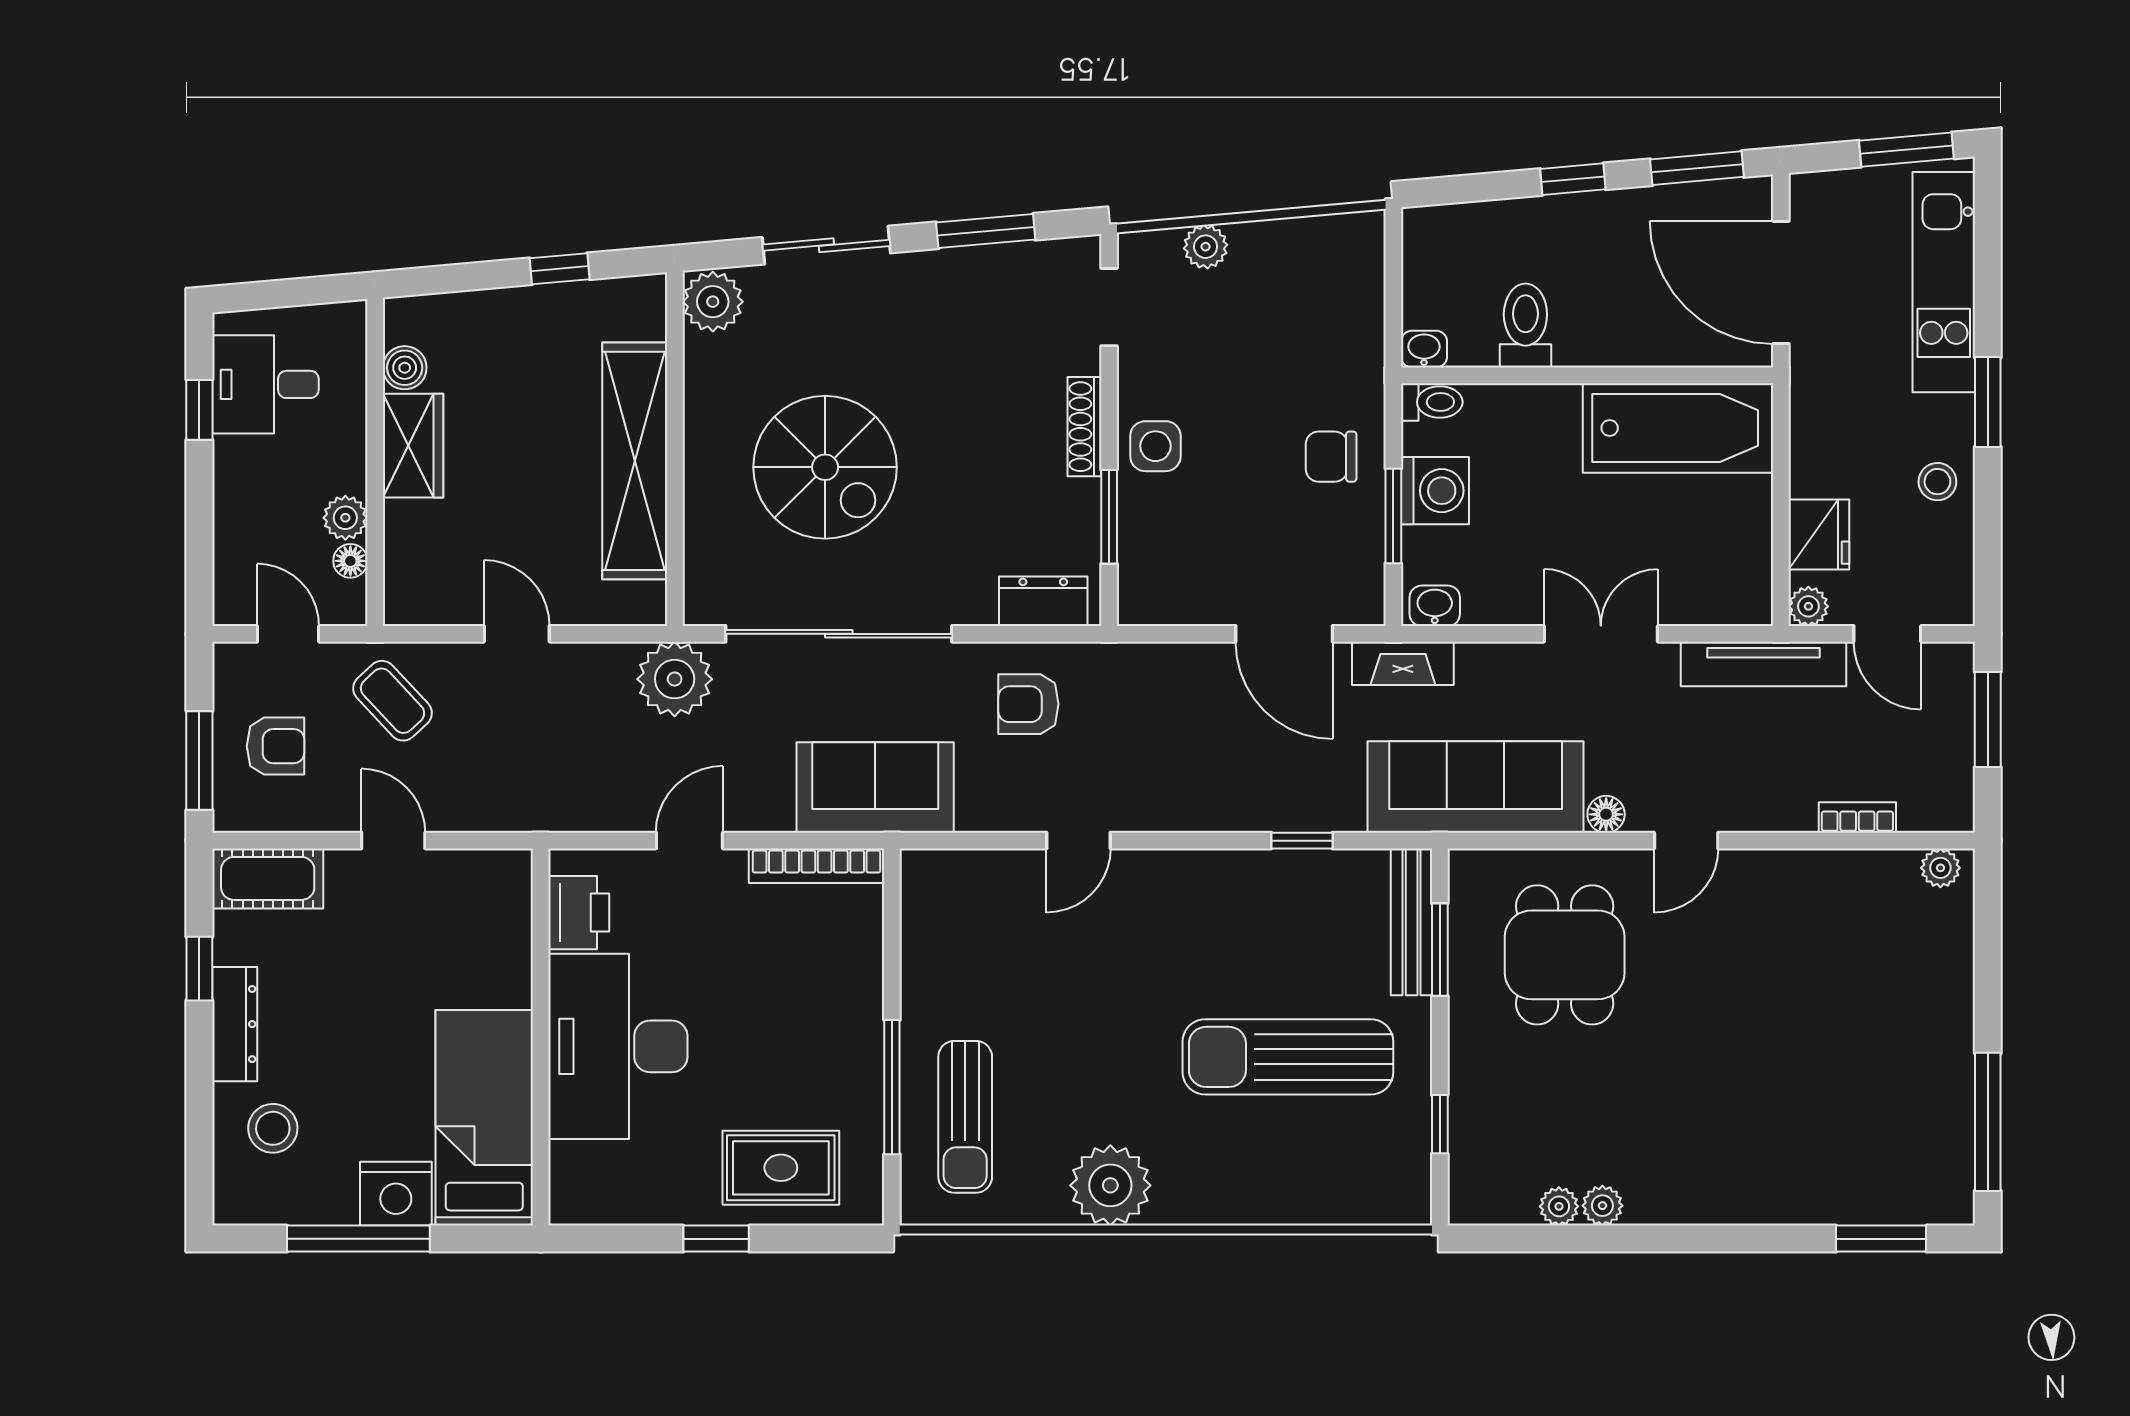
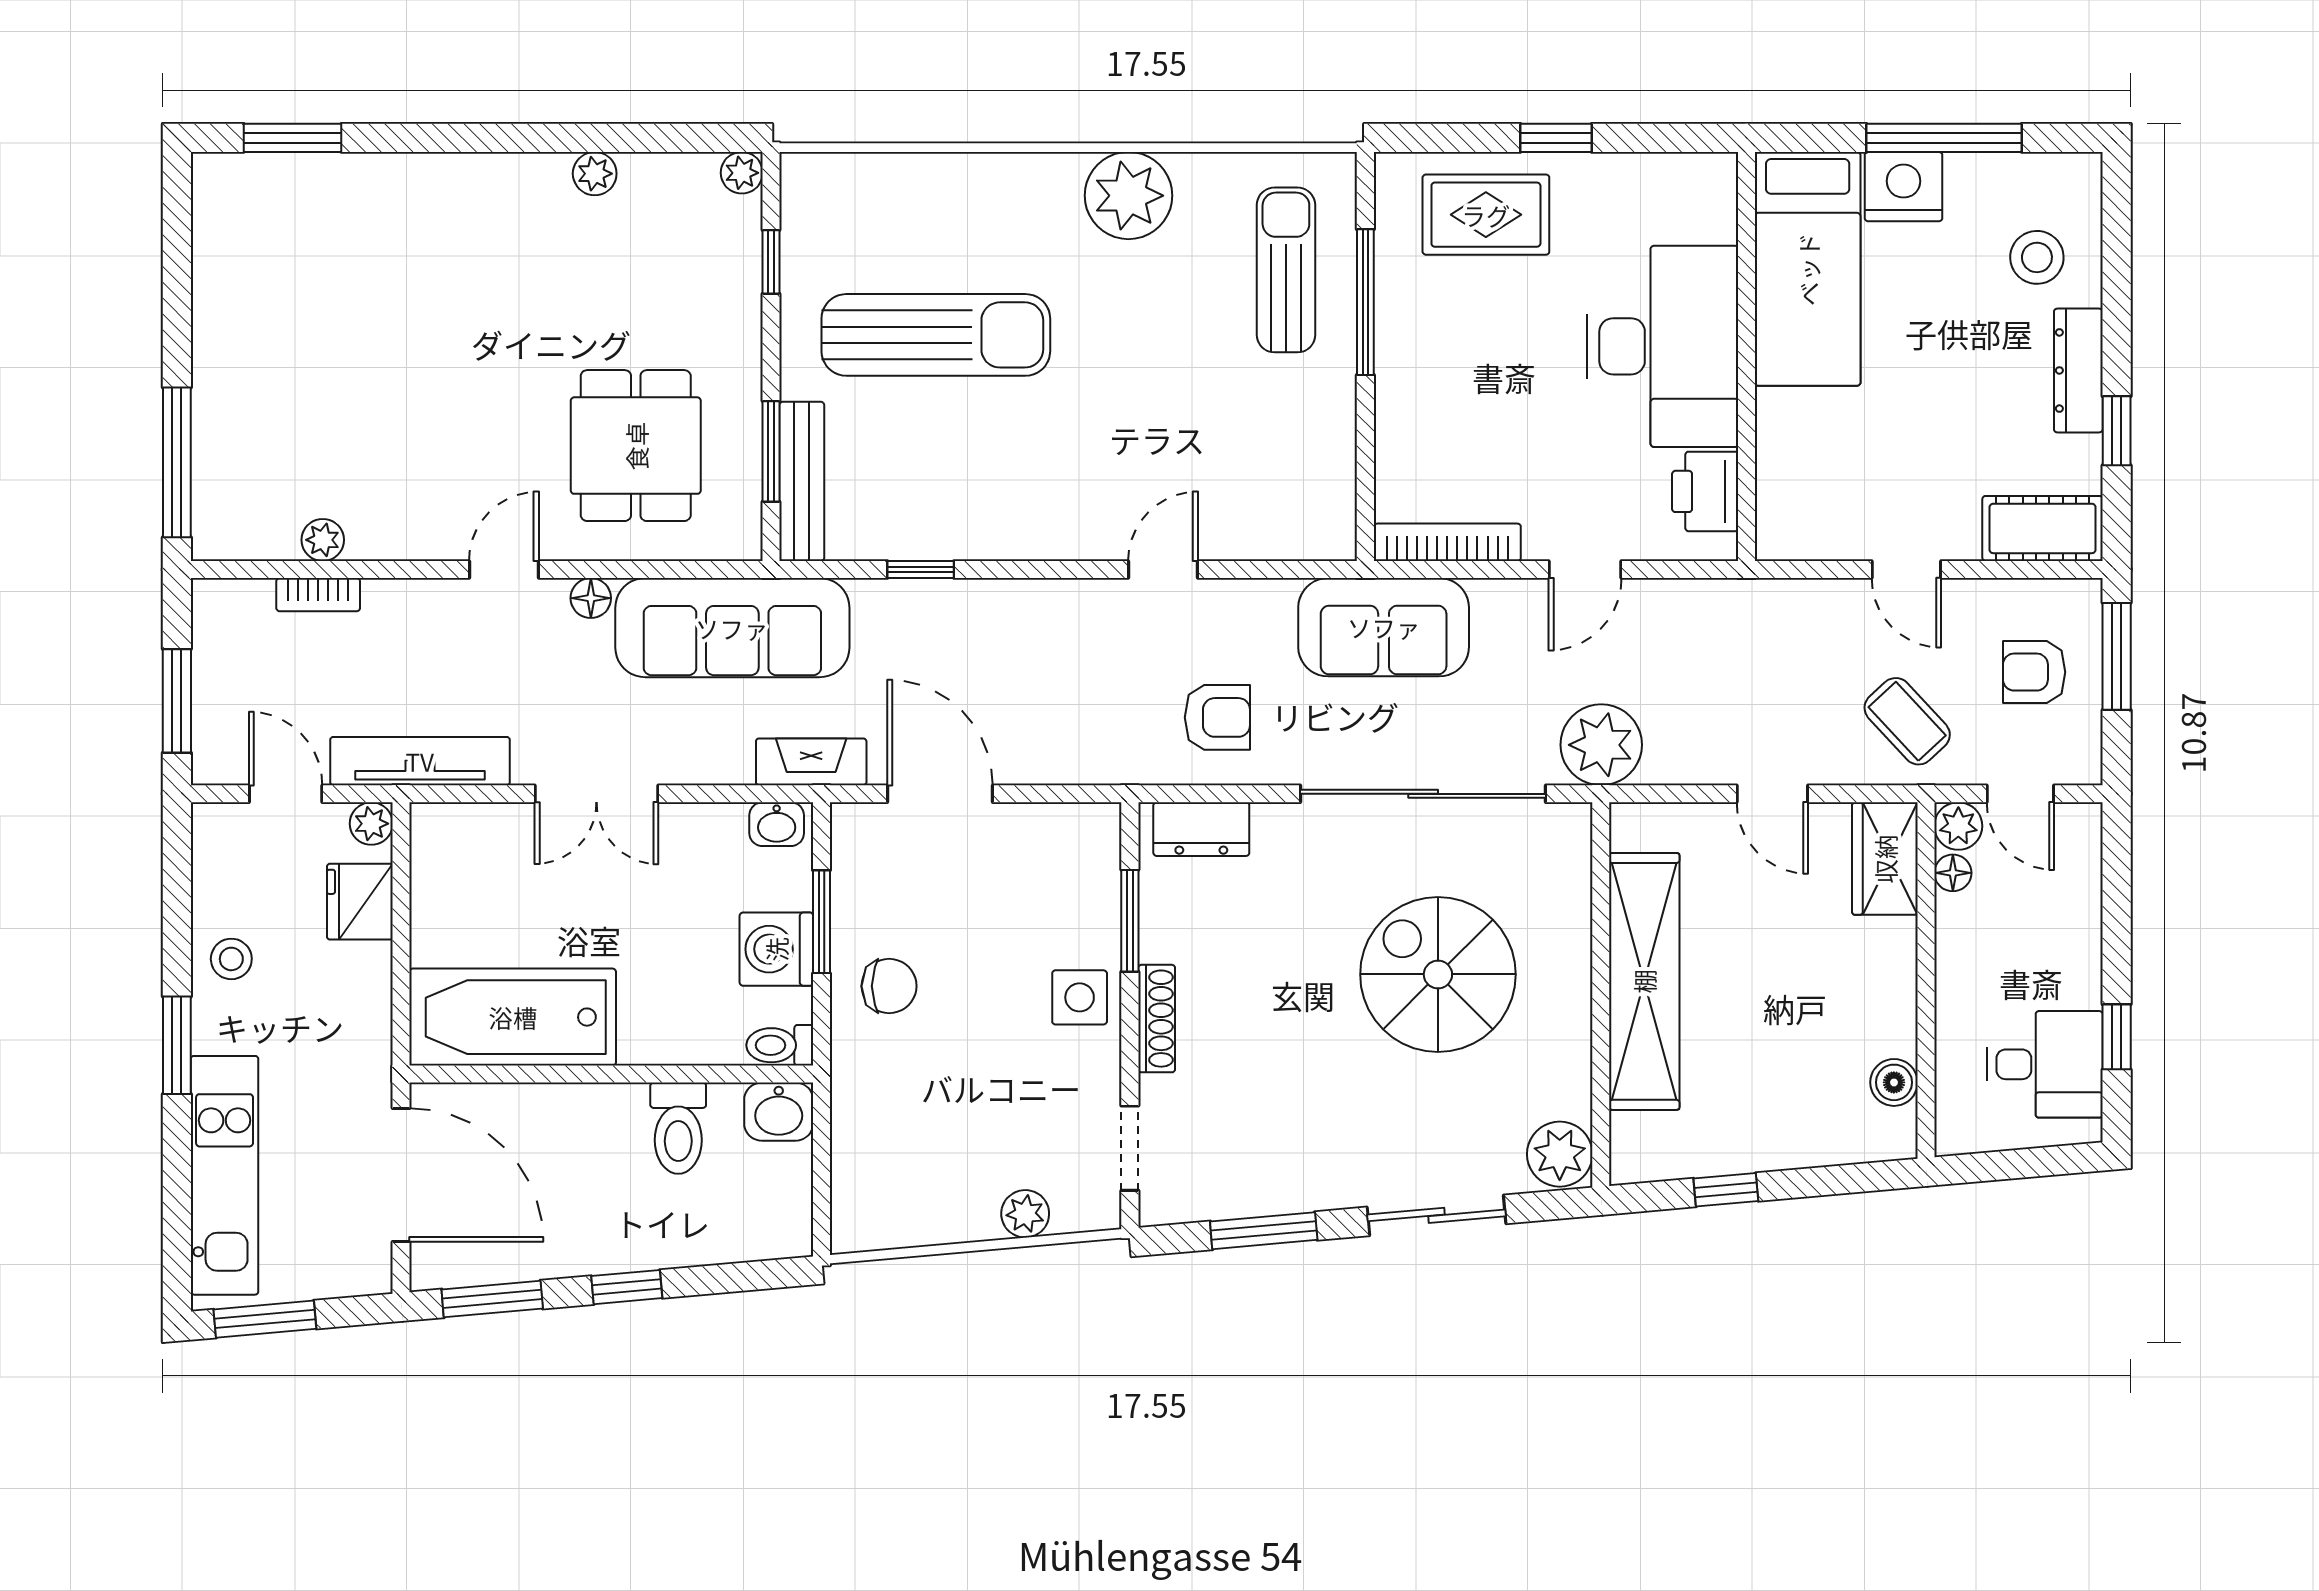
washbasin: (1424, 349) -> (779, 1112), width x1.38, depth x1.45
wardrobe: (413, 446) -> (1885, 859), moved
plant: (345, 518) -> (1958, 826), moved
plant: (1940, 868) -> (323, 540), moved
window: (1988, 1122) -> (177, 462), moved
plant: (1559, 1206) -> (742, 173), moved

